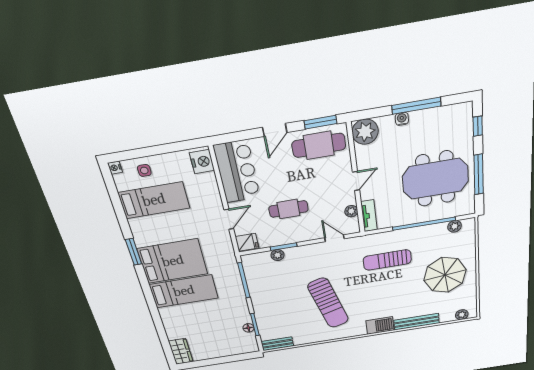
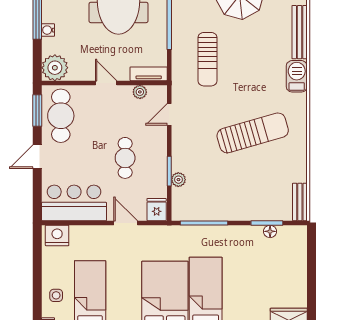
door: (275, 130) -> (37, 157), swing flipped

